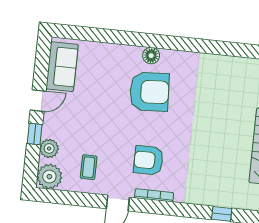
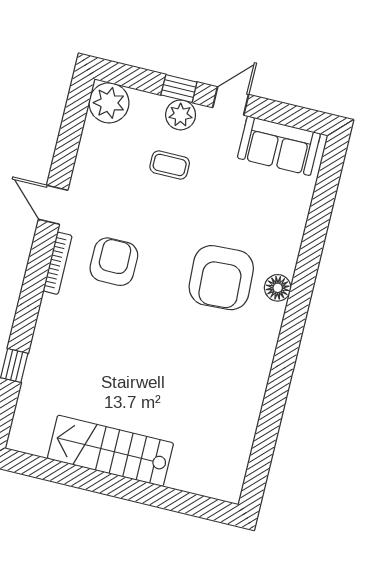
door: (38, 101) -> (231, 101), swing flipped
plant: (49, 148) -> (181, 115), moved
coffee table: (89, 167) -> (170, 165), moved

